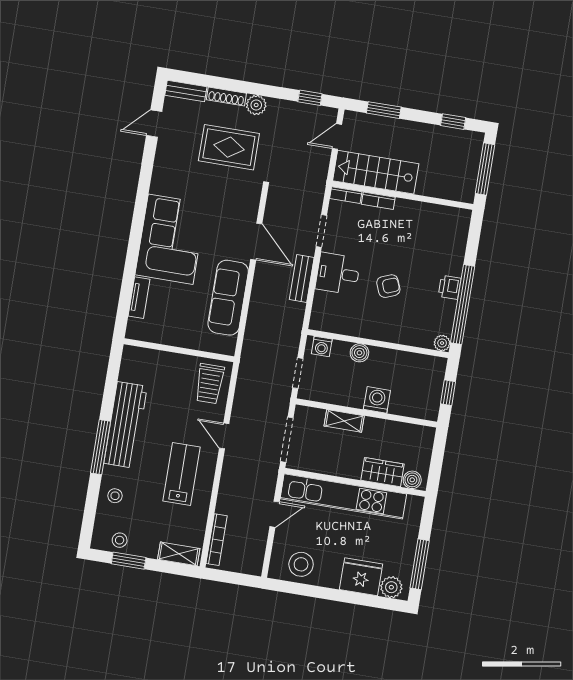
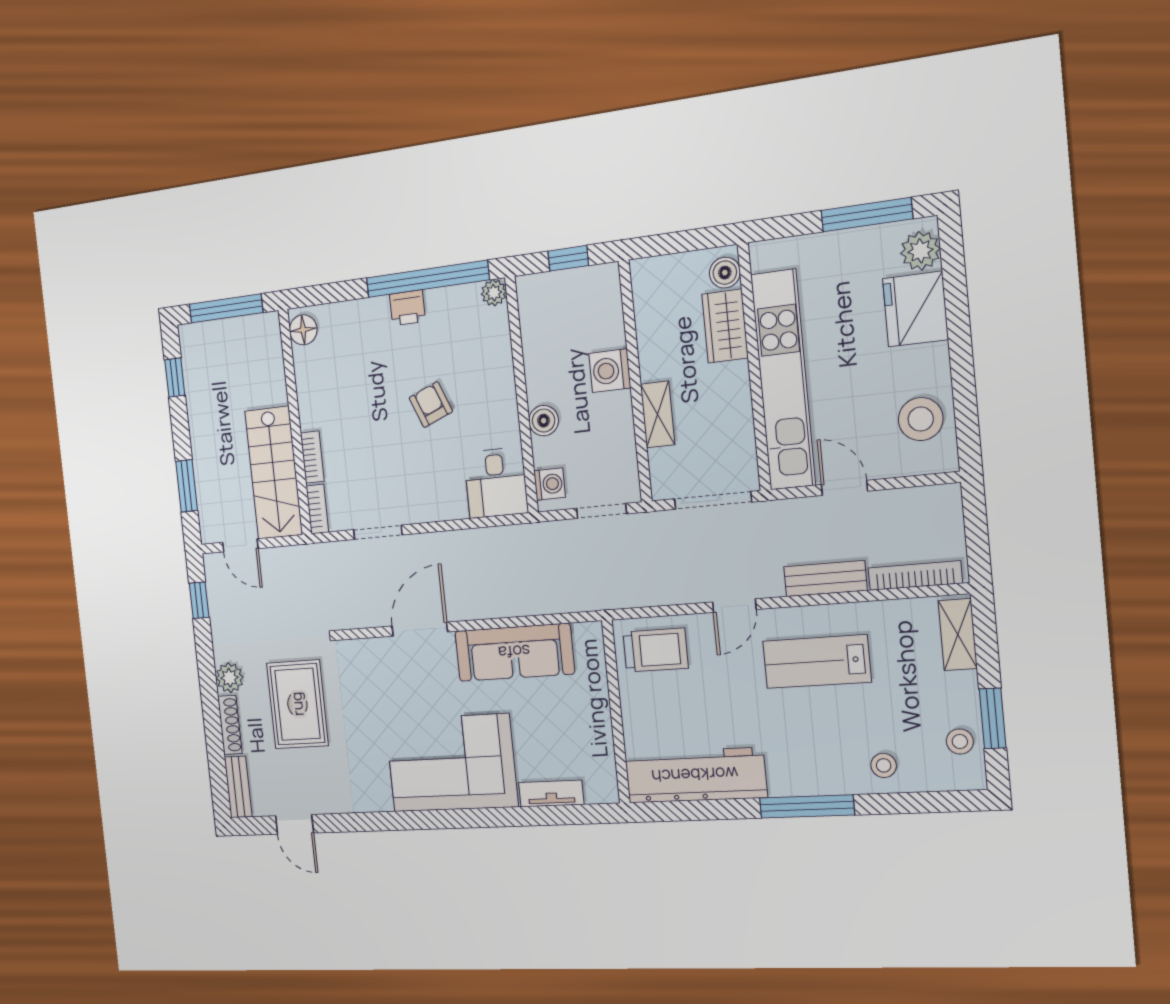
floor lamp: (457, 217) -> (303, 330), added
desk: (338, 274) -> (496, 483), moved
bench: (302, 279) -> (825, 579), moved
workbench: (126, 425) -> (695, 775), moved

